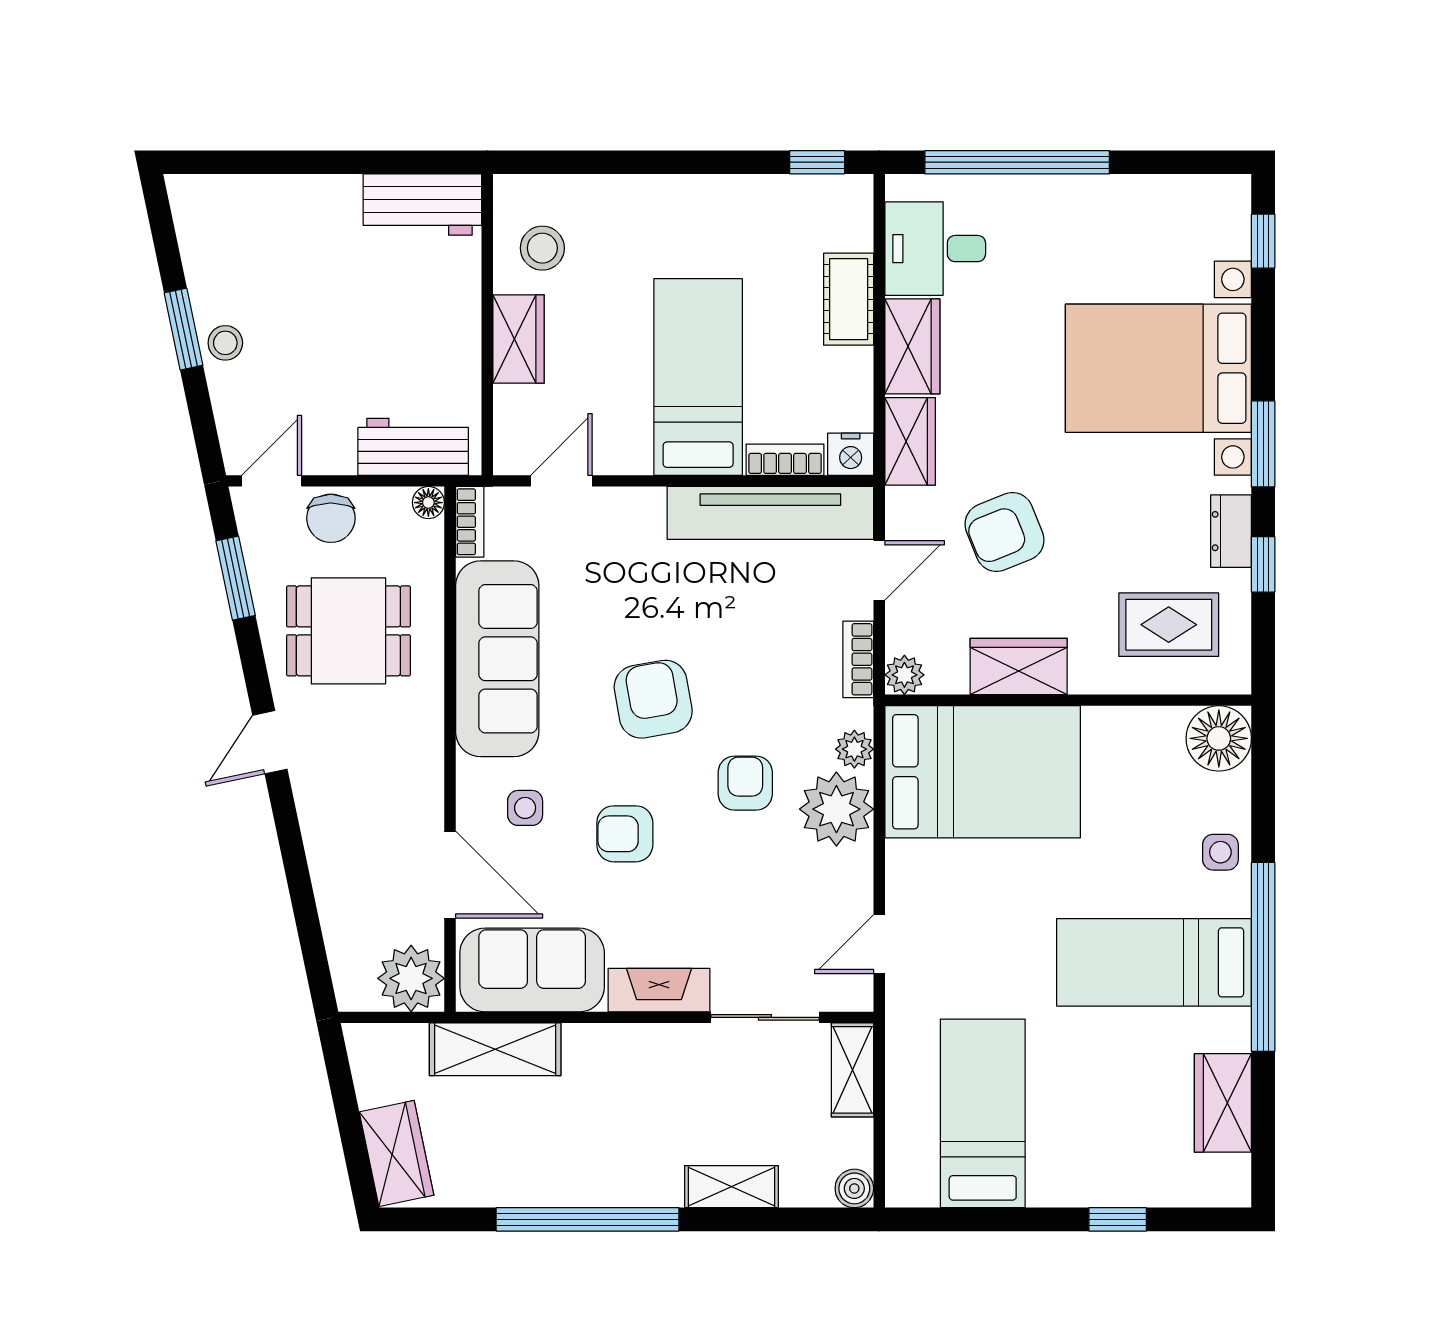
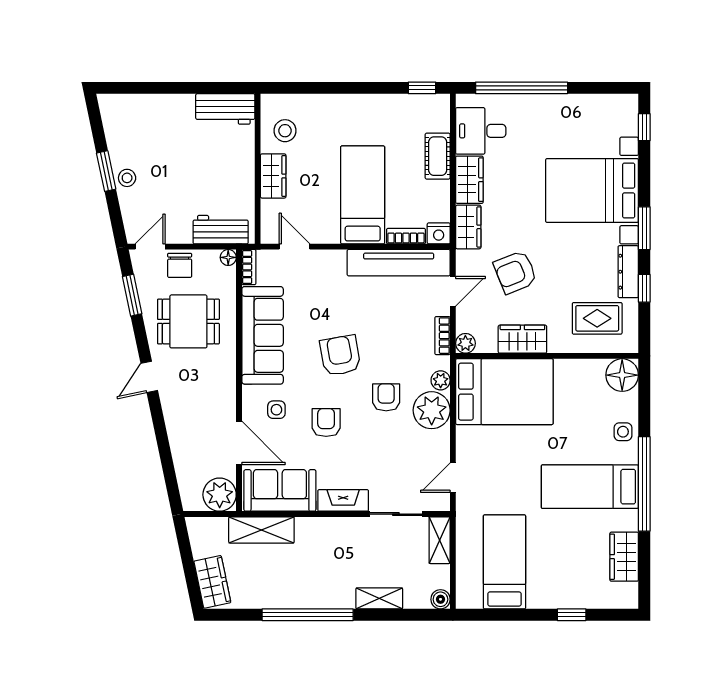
door: (561, 481) -> (294, 247), hinge flipped
dresser: (1231, 531) -> (628, 272), width x1.44
armchair: (625, 834) -> (326, 423), turned 90

